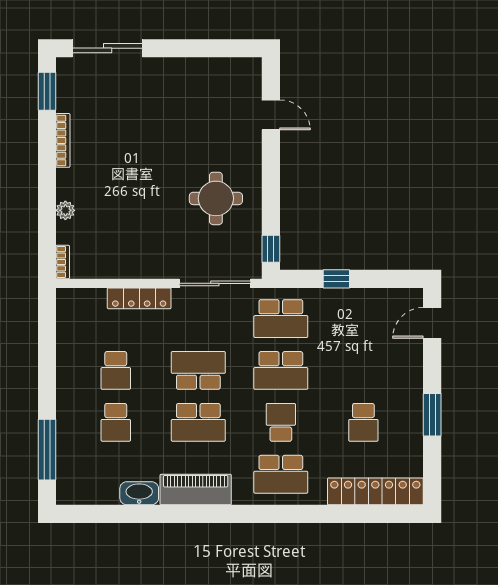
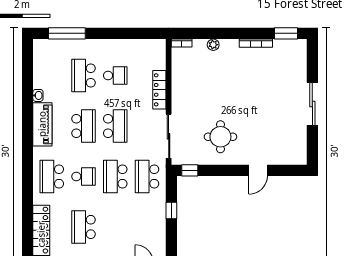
sliding door: (108, 48) -> (312, 104), moved
door: (271, 115) -> (258, 170), moved
school desk: (116, 370) -> (115, 76), turned 180
school desk: (116, 422) -> (84, 76), width x1.85
school desk: (198, 422) -> (84, 126), turned 180
school desk: (363, 422) -> (84, 227), width x1.85
washbasin: (139, 493) -> (38, 95), width x0.52, depth x0.69

